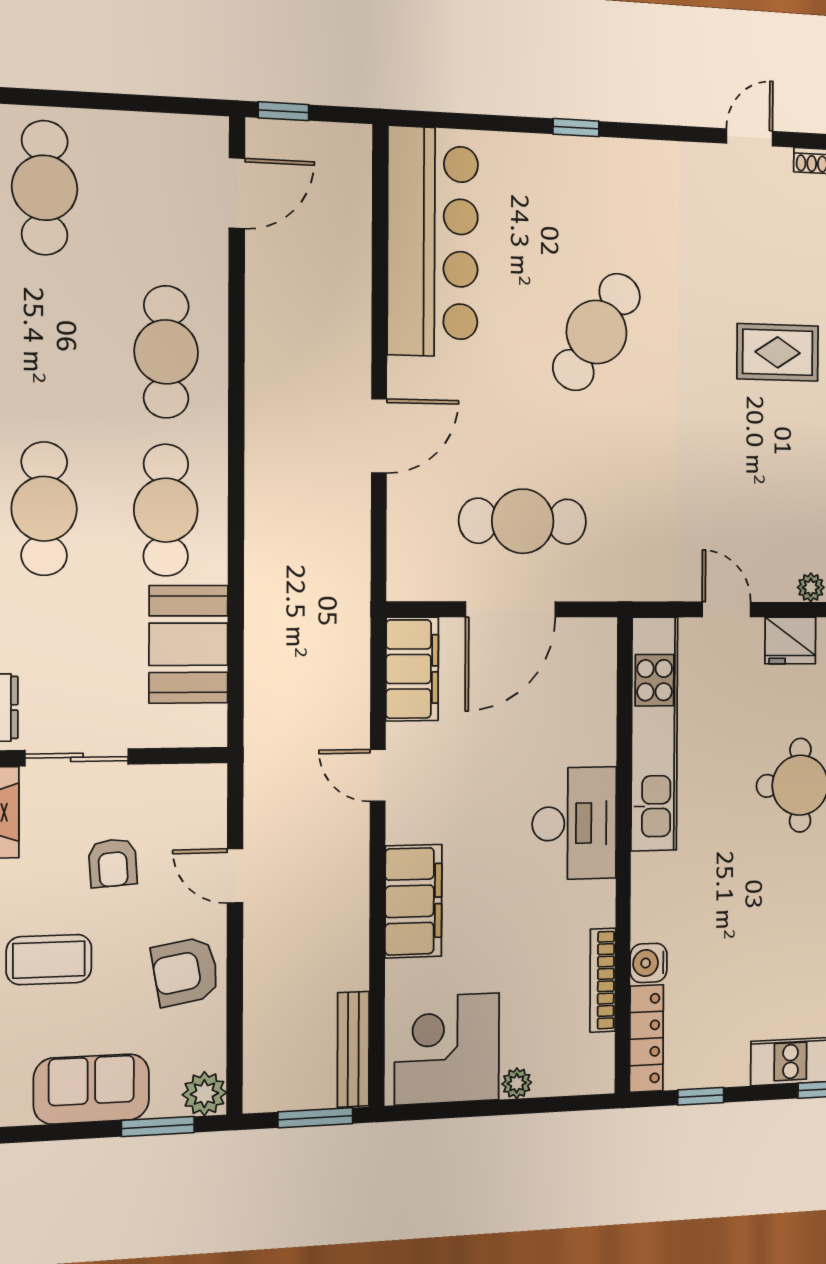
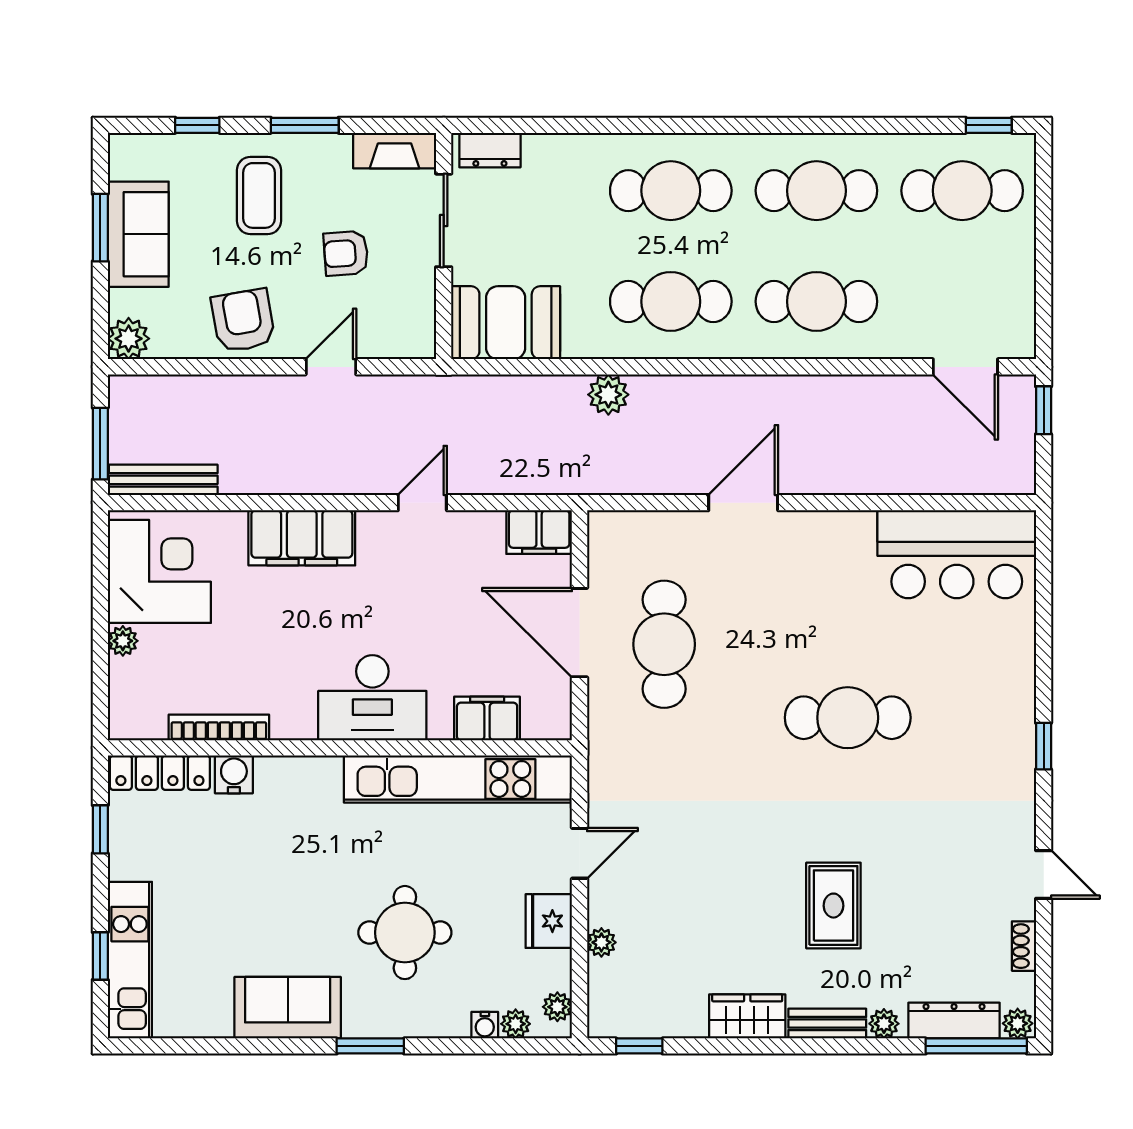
window: (576, 128) -> (1044, 746), moved
bar counter: (433, 242) -> (957, 554), width x0.73
cafe table: (597, 332) -> (848, 718), turned -32
cafe table: (44, 348) -> (816, 191), added
door: (379, 436) -> (743, 503), swing flipped
plant: (265, 578) -> (608, 395), added
booth: (189, 644) -> (506, 323), moved
filing cabinet: (412, 669) -> (539, 532), width x0.67, depth x0.86
filing cabinet: (595, 705) -> (487, 718), added
window: (158, 1127) -> (100, 228), moved

